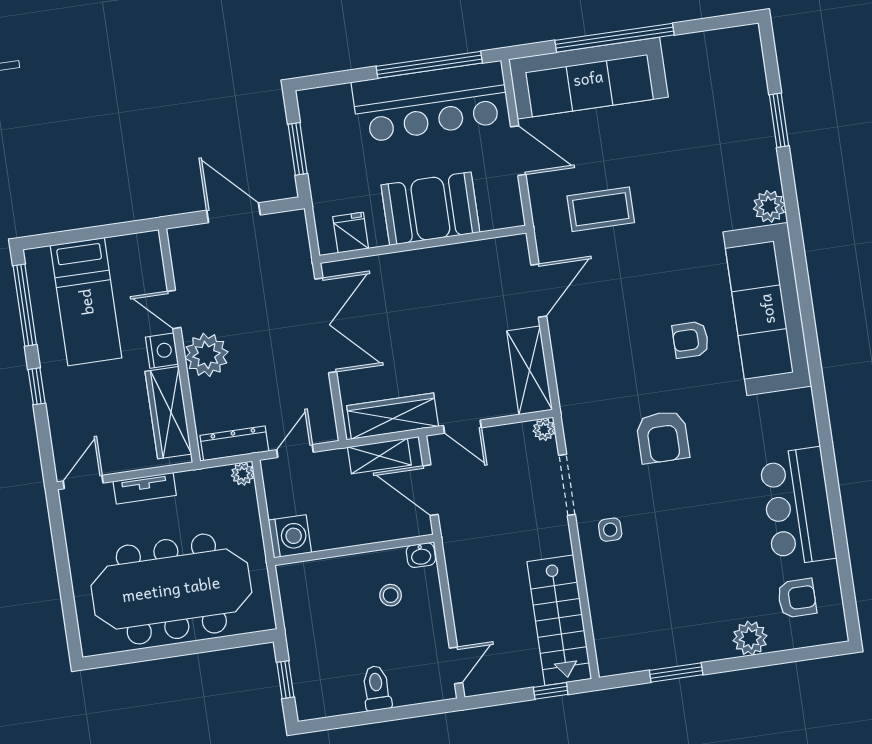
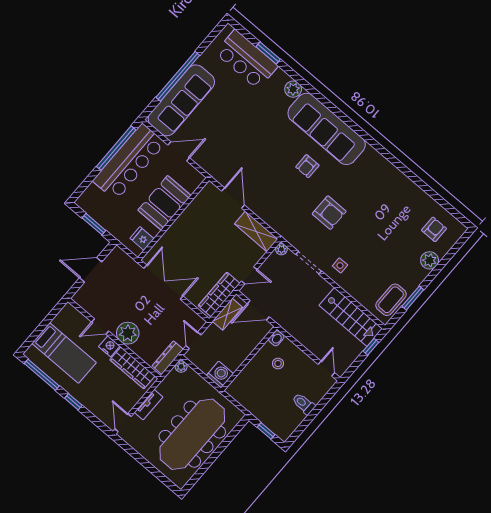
coffee table: (601, 209) -> (391, 300), moved
bar counter: (798, 507) -> (247, 59), moved

